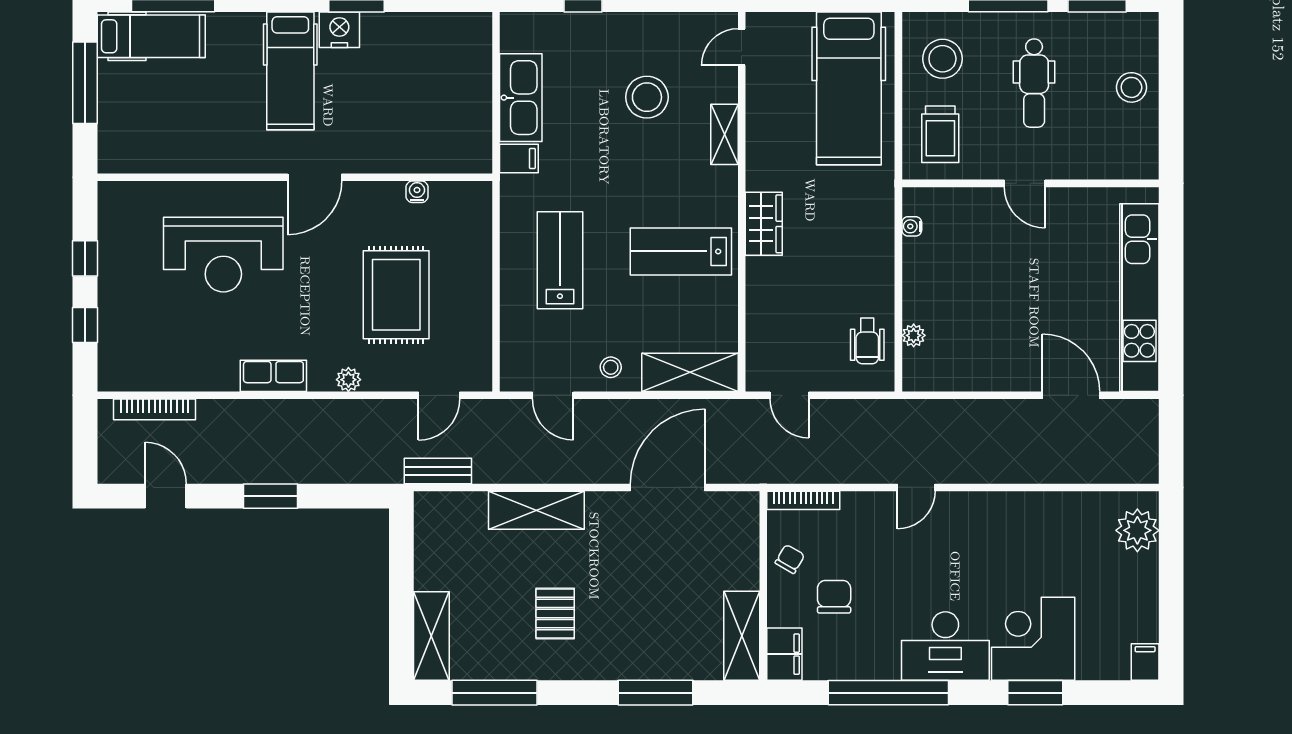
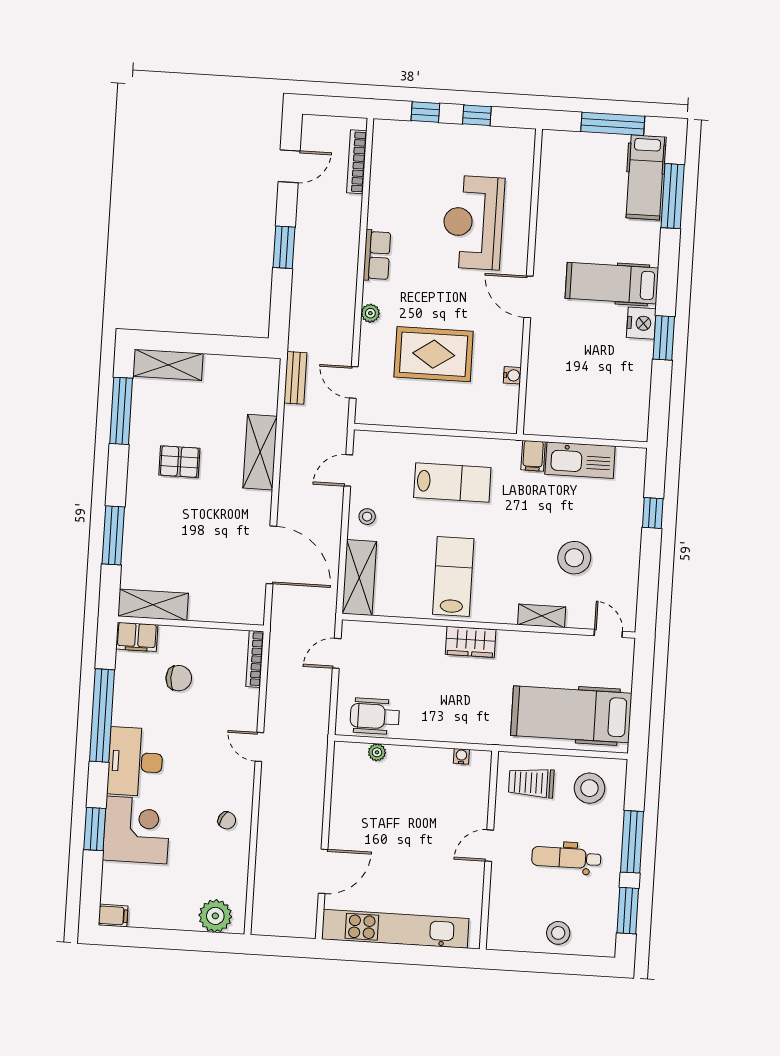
wheelchair: (867, 341) -> (375, 716), width x1.36, depth x1.37
chair: (790, 559) -> (227, 820), moved

